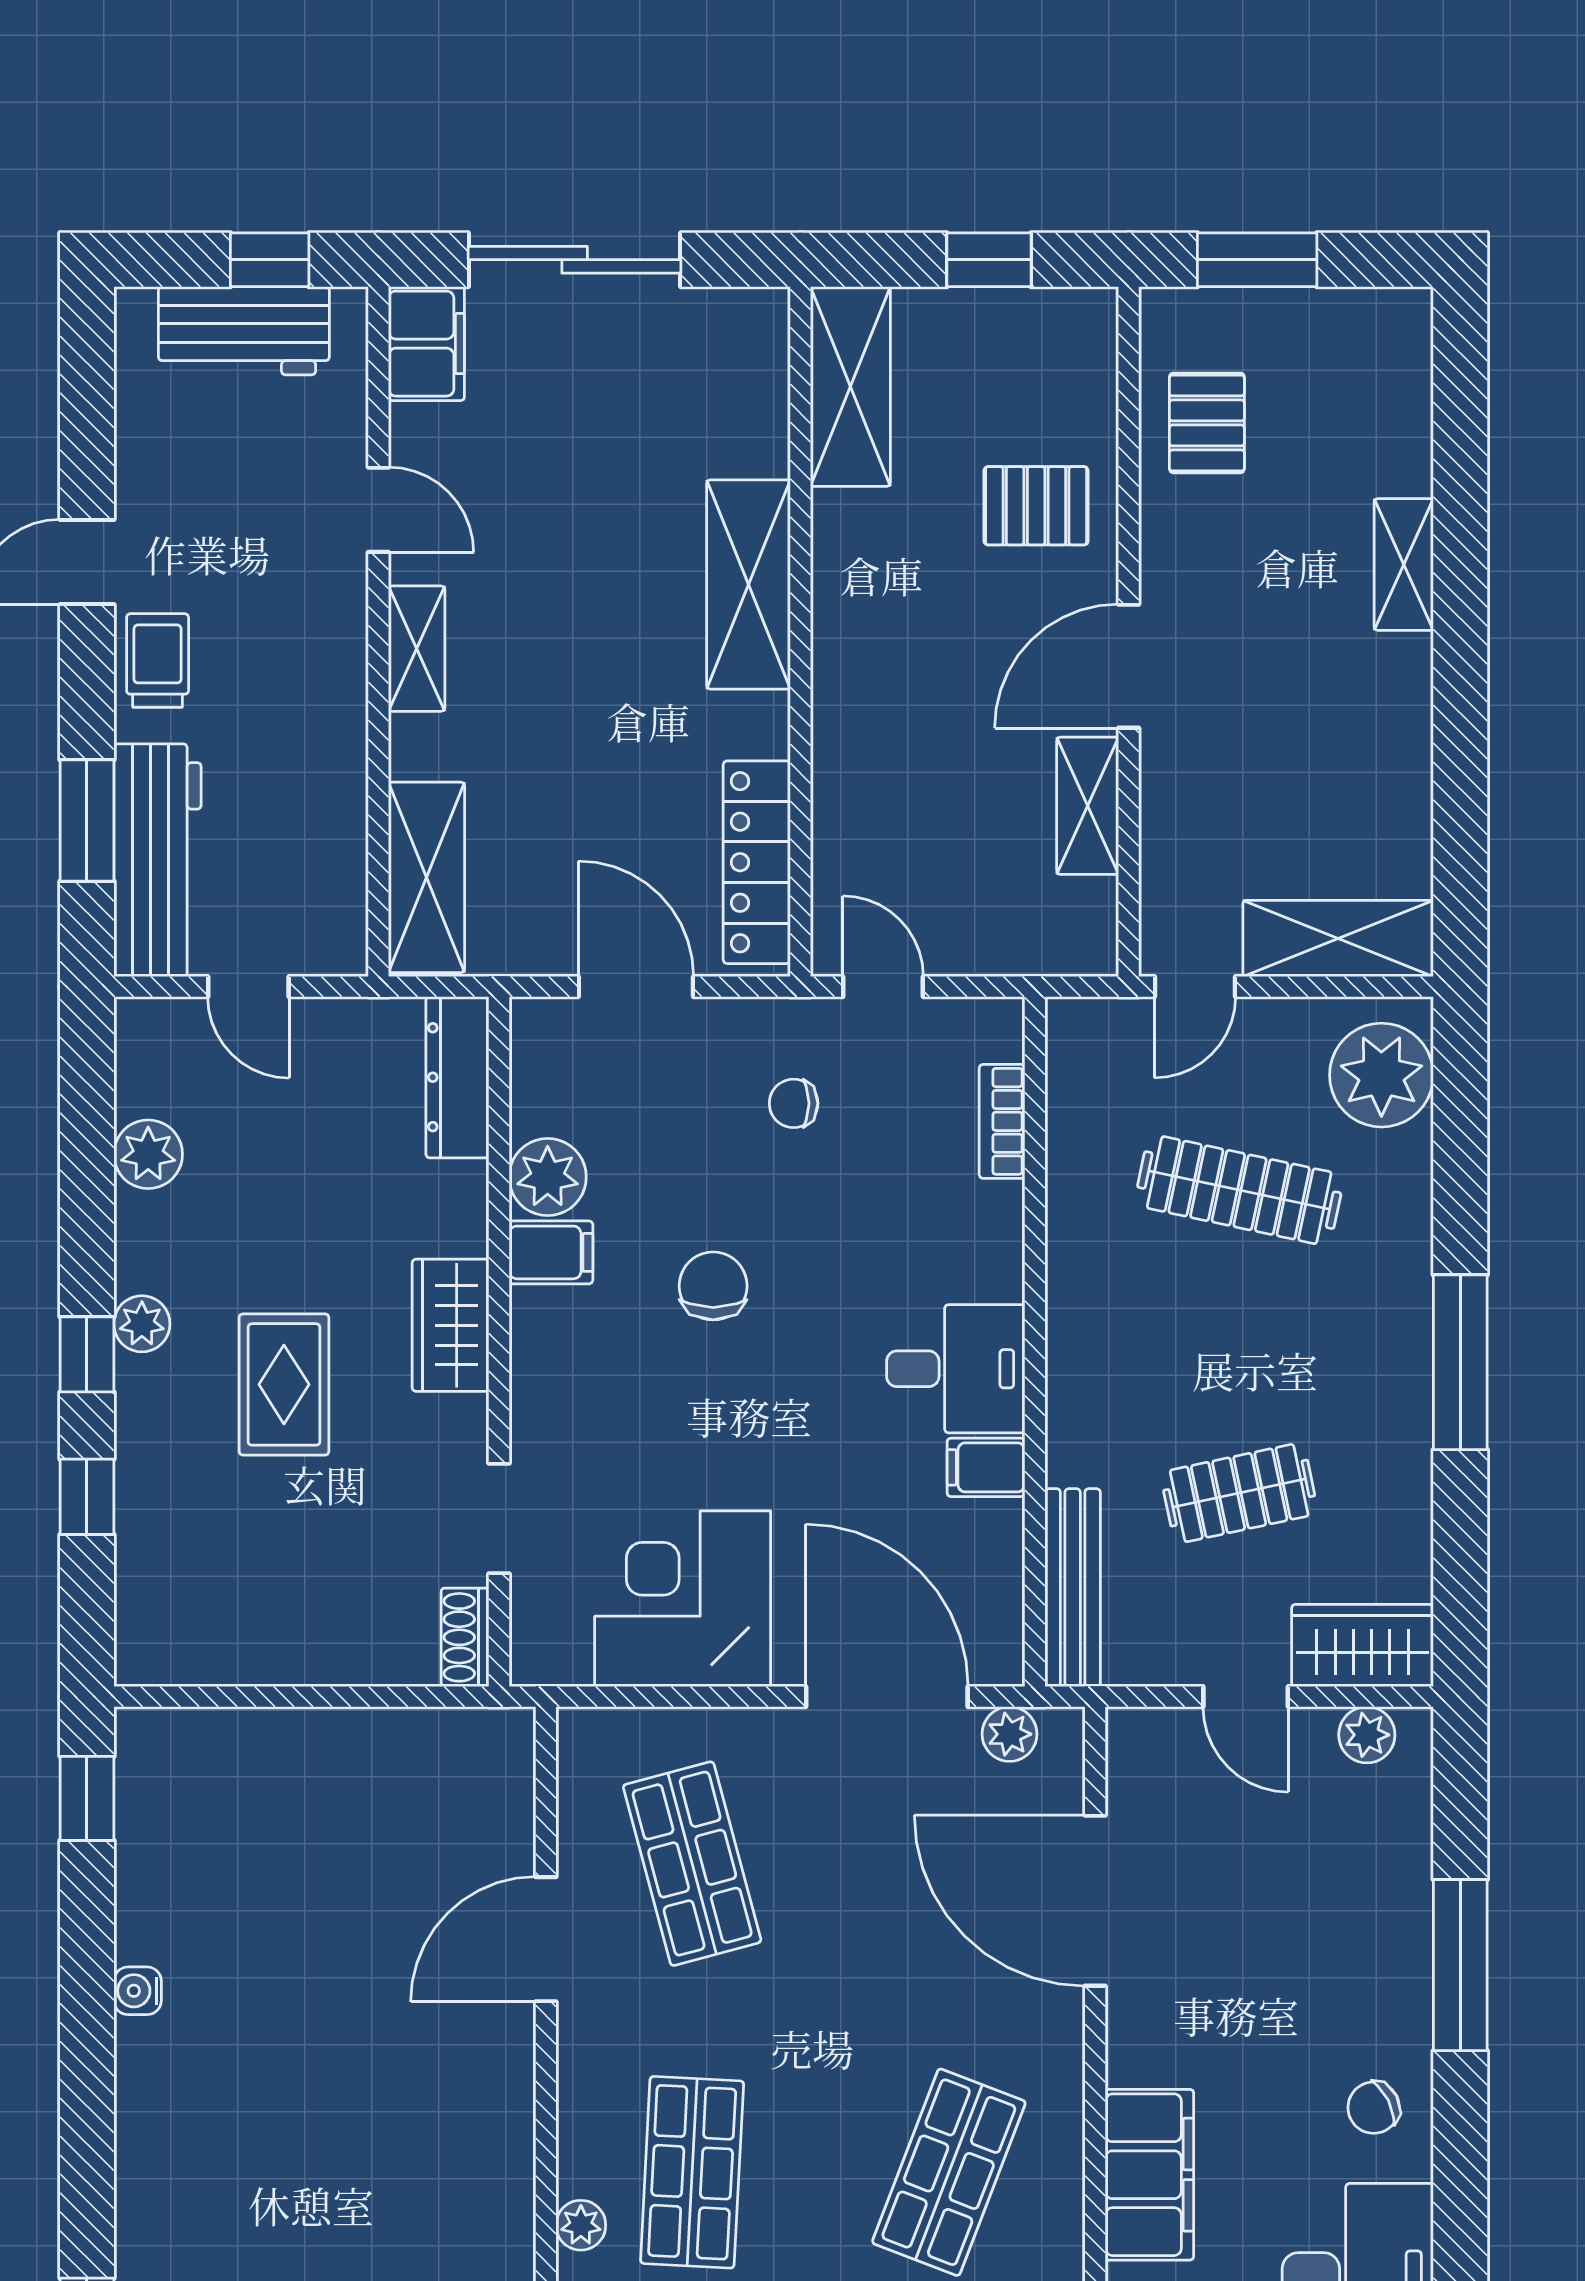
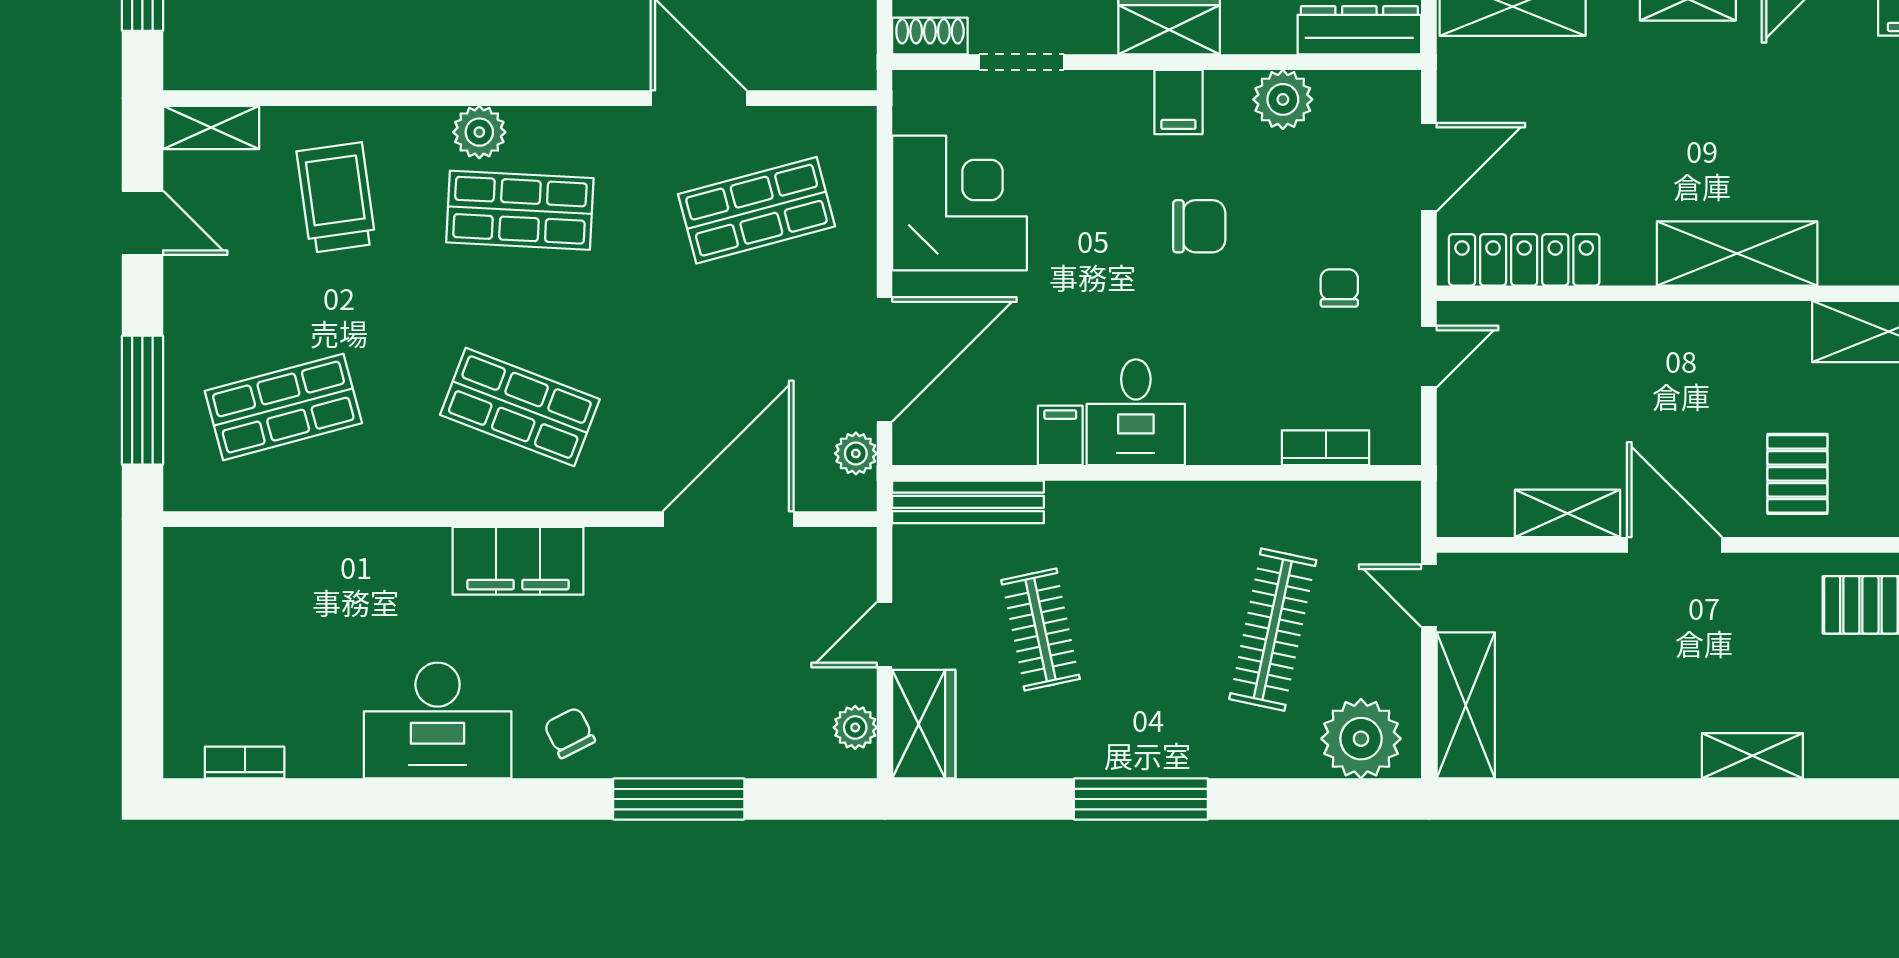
filing cabinet: (551, 1252) -> (1178, 102), moved
plant: (581, 2225) -> (479, 132), width x1.38, depth x1.38

